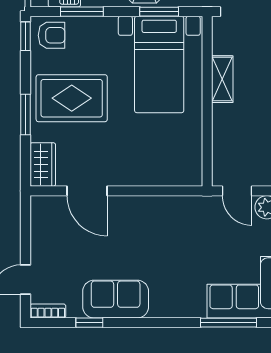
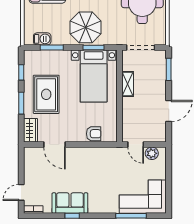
armchair: (52, 35) -> (94, 134), moved
window: (26, 36) -> (21, 72), moved
rug: (72, 98) -> (46, 94), turned 90
window: (89, 323) -> (72, 216), moved

